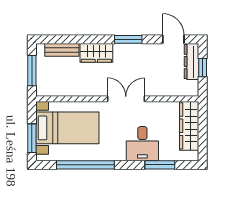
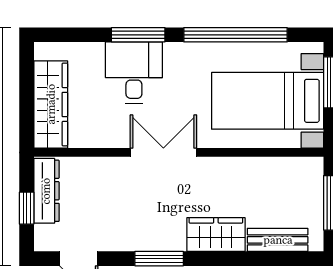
dresser: (192, 62) -> (46, 191), moved
double door: (126, 99) -> (163, 152), swing flipped
window: (160, 165) -> (138, 35), moved

